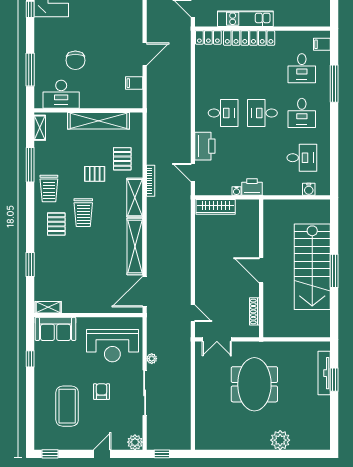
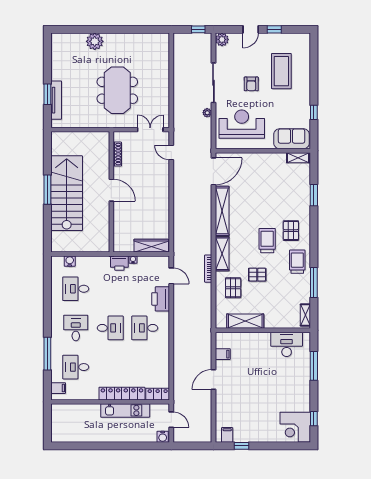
chair: (75, 60) -> (274, 374), removed
desk: (302, 68) -> (76, 367), turned -90
shelving: (99, 121) -> (245, 321), width x0.68
window: (50, 454) -> (274, 29), moved

